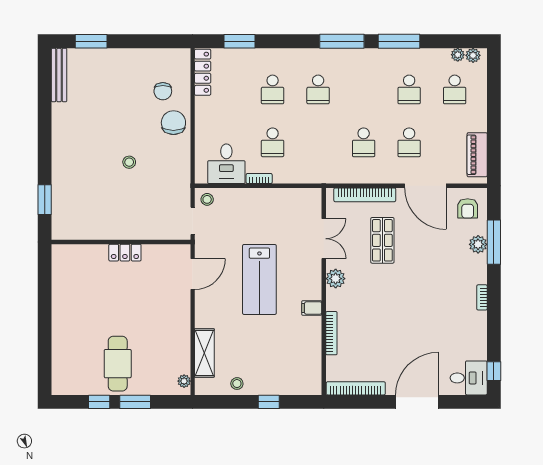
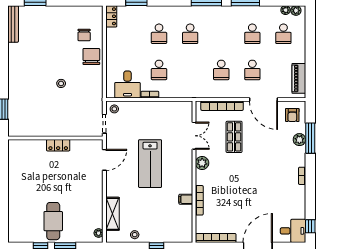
locker: (203, 72) -> (111, 16), width x0.66
filing cabinet: (312, 308) -> (186, 199), moved

